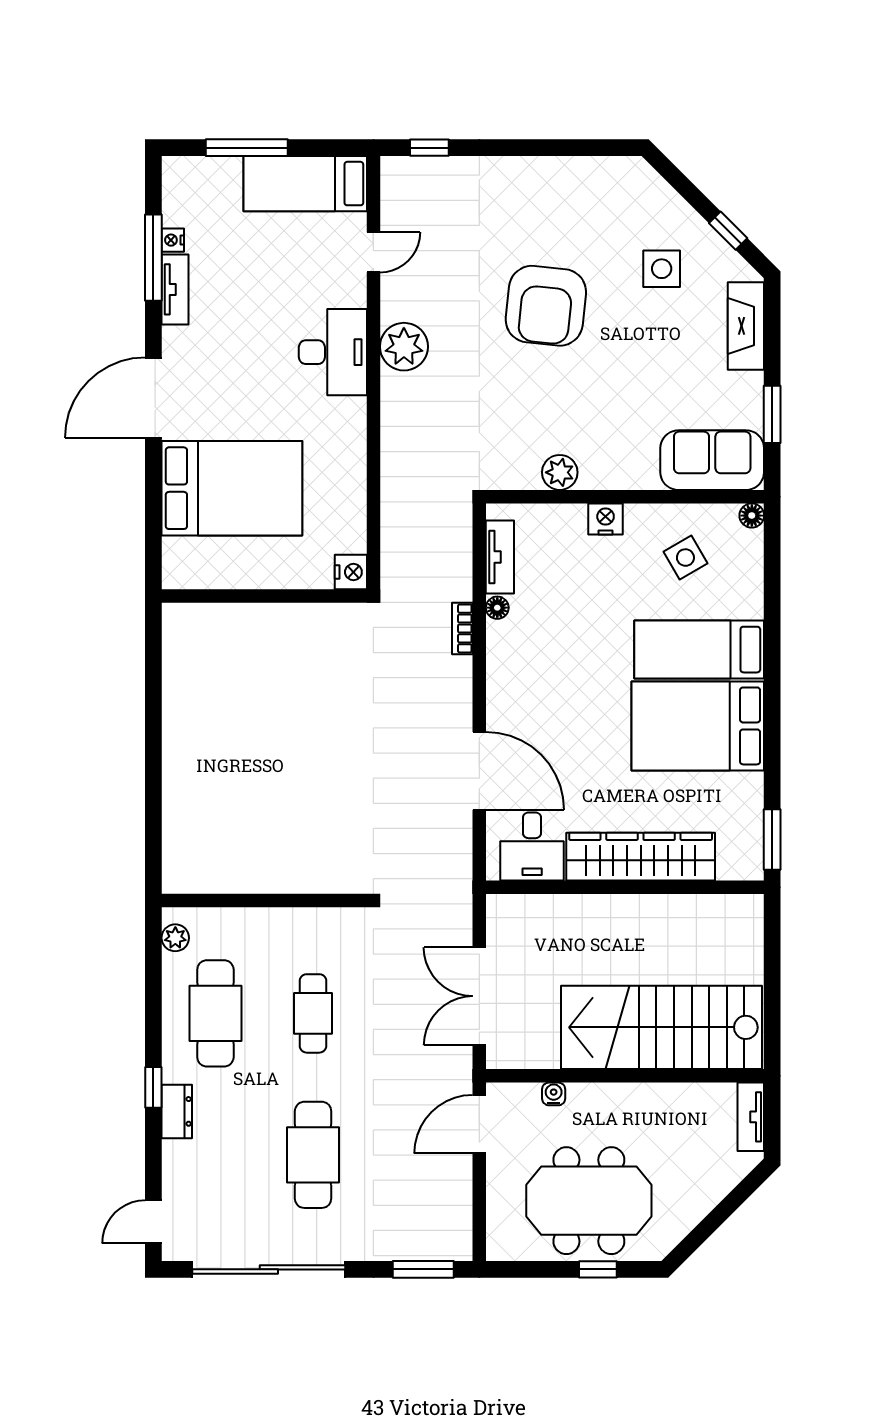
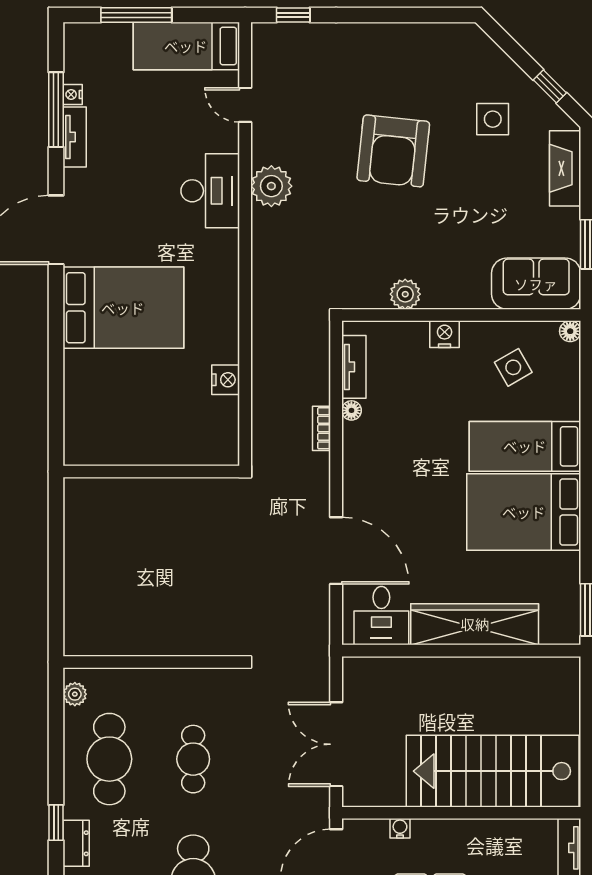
door: (373, 252) -> (245, 105), swing flipped
wall: (264, 596) -> (151, 471), moved

